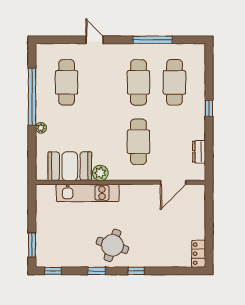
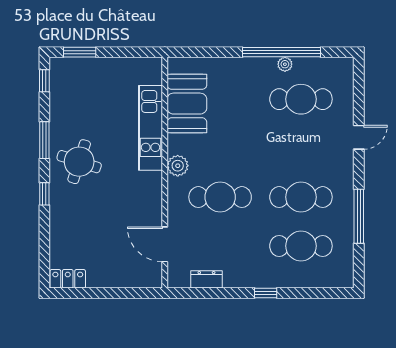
plant: (41, 128) -> (285, 64), moved
plant: (100, 173) -> (178, 166), moved
window: (97, 271) -> (44, 140), width x1.50

